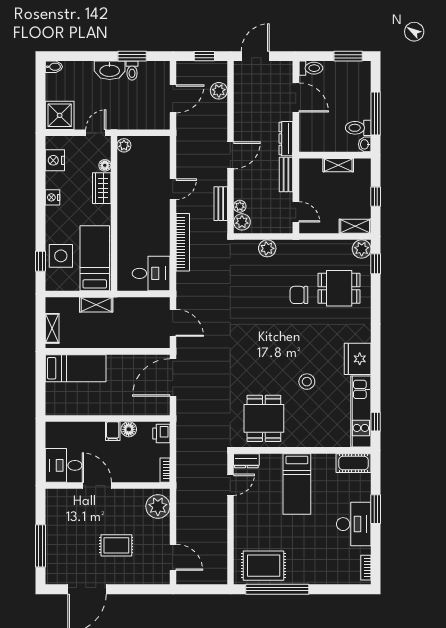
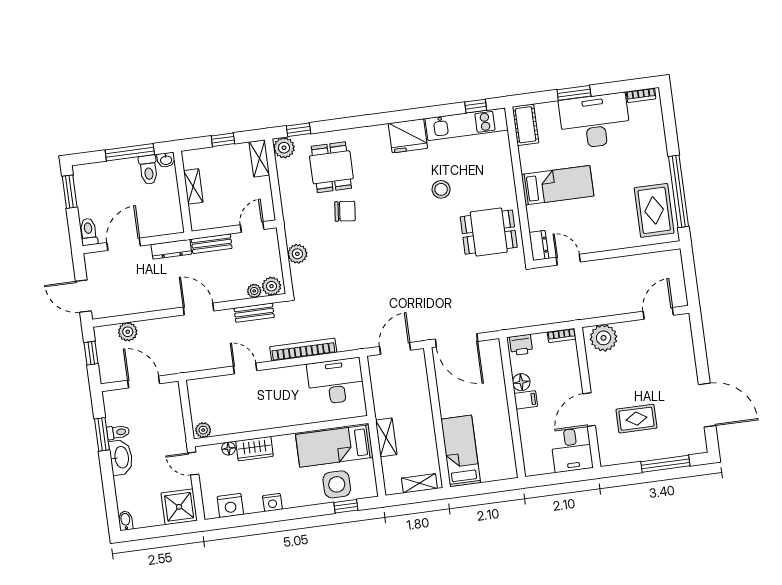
desk: (151, 273) -> (336, 381), width x1.37
chair: (299, 295) -> (345, 211), turned -84
desk: (354, 524) -> (595, 121), width x1.36, depth x1.30
rug: (116, 545) -> (636, 419), moved, turned 90

